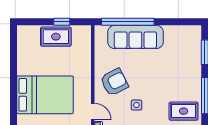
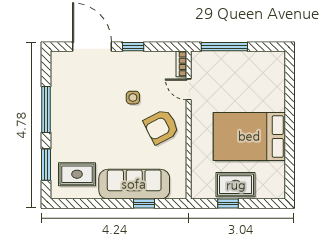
window: (128, 22) -> (144, 204), width x0.32
bed: (45, 95) -> (249, 136), moved
rug: (184, 111) -> (77, 174), moved

